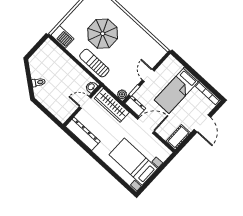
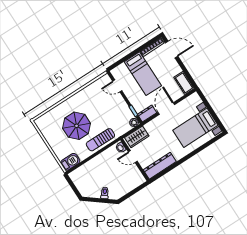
door: (148, 75) -> (117, 86), moved
door: (85, 102) -> (133, 157), hinge flipped
wardrobe: (112, 105) -> (137, 137), width x0.67
door: (202, 123) -> (172, 49), moved

